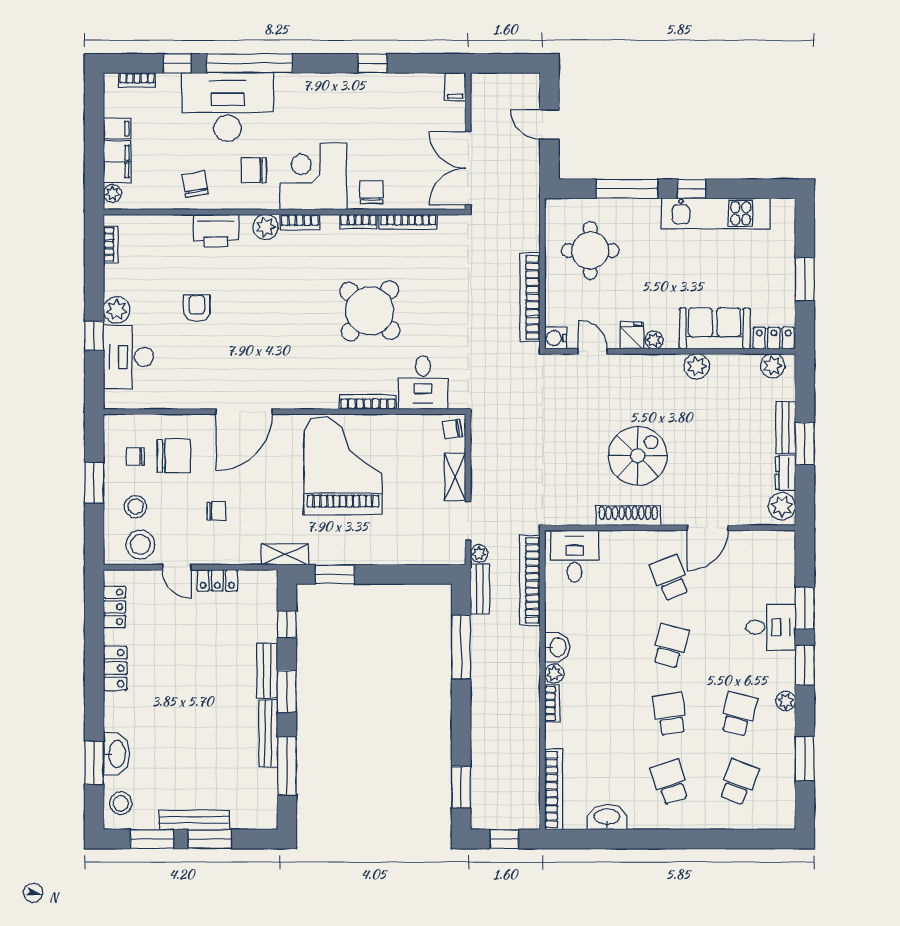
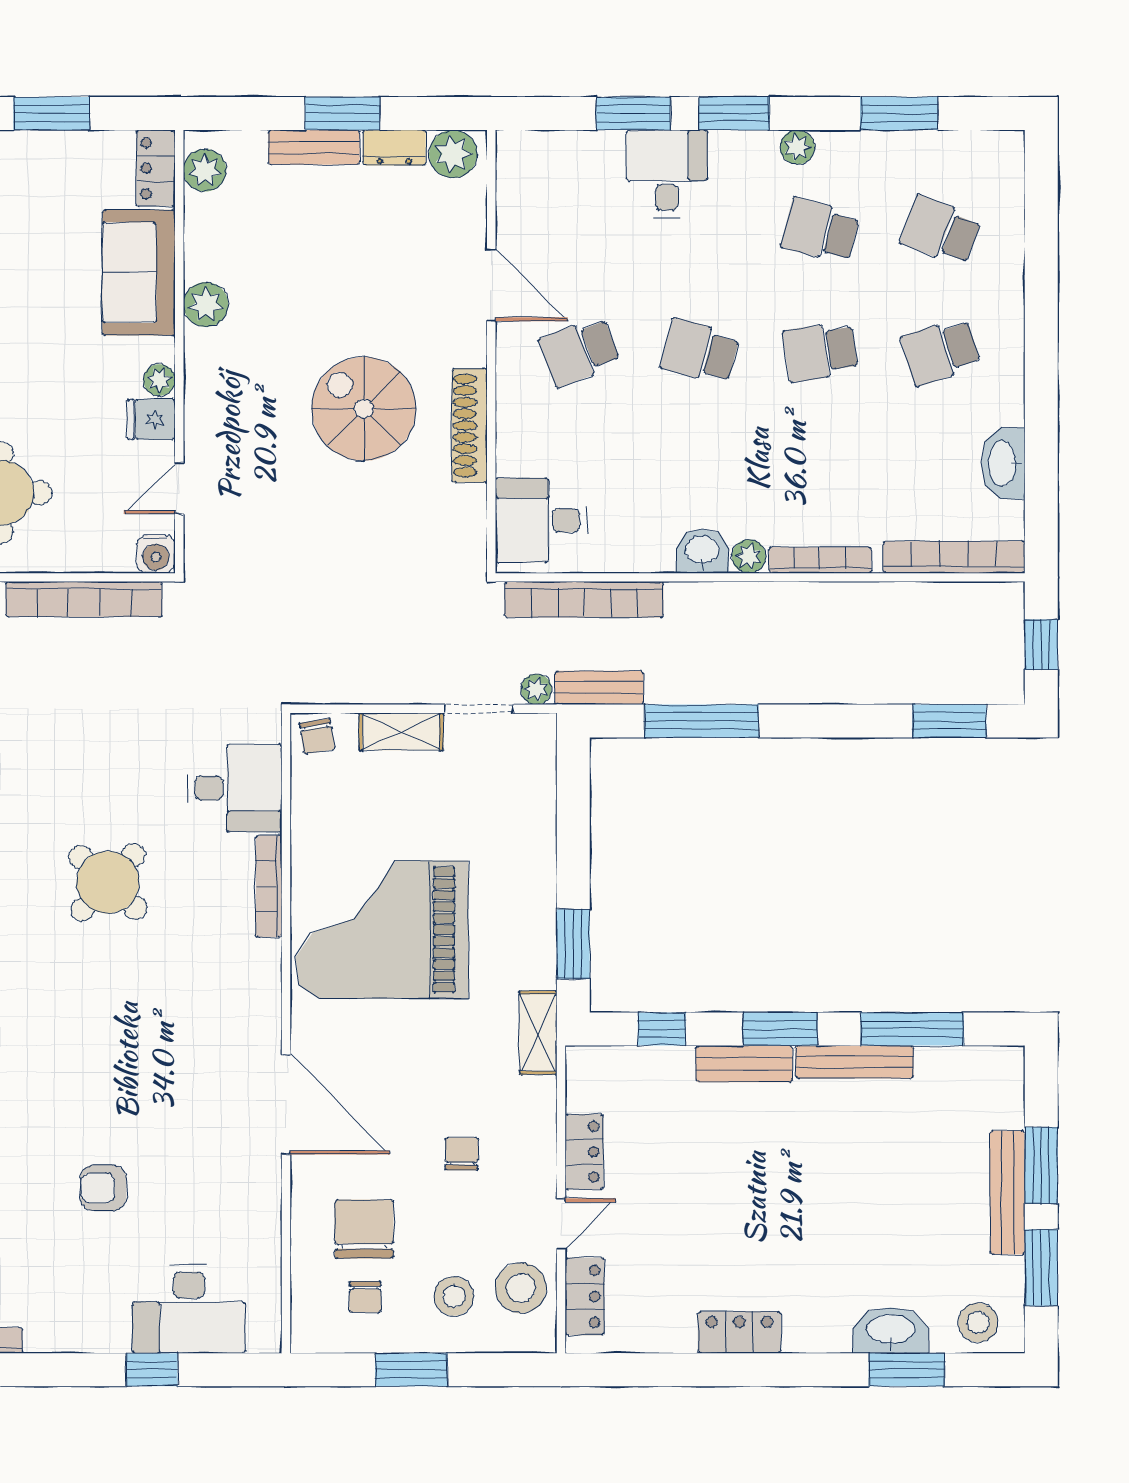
plant: (117, 310) -> (106, 1330), removed
round table: (370, 311) -> (108, 882), width x0.73, depth x0.73
locker: (115, 607) -> (585, 1296), moved, turned 90
bookcase: (552, 703) -> (820, 560), width x1.56

